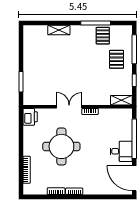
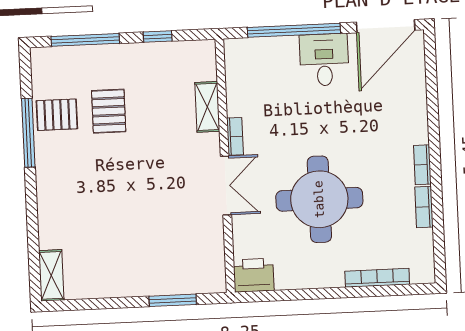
shelving: (59, 30) -> (51, 275), moved
pallet: (117, 59) -> (109, 111), moved, turned 90
shelving: (121, 100) -> (207, 107), moved
double door: (69, 107) -> (226, 186), swing flipped

